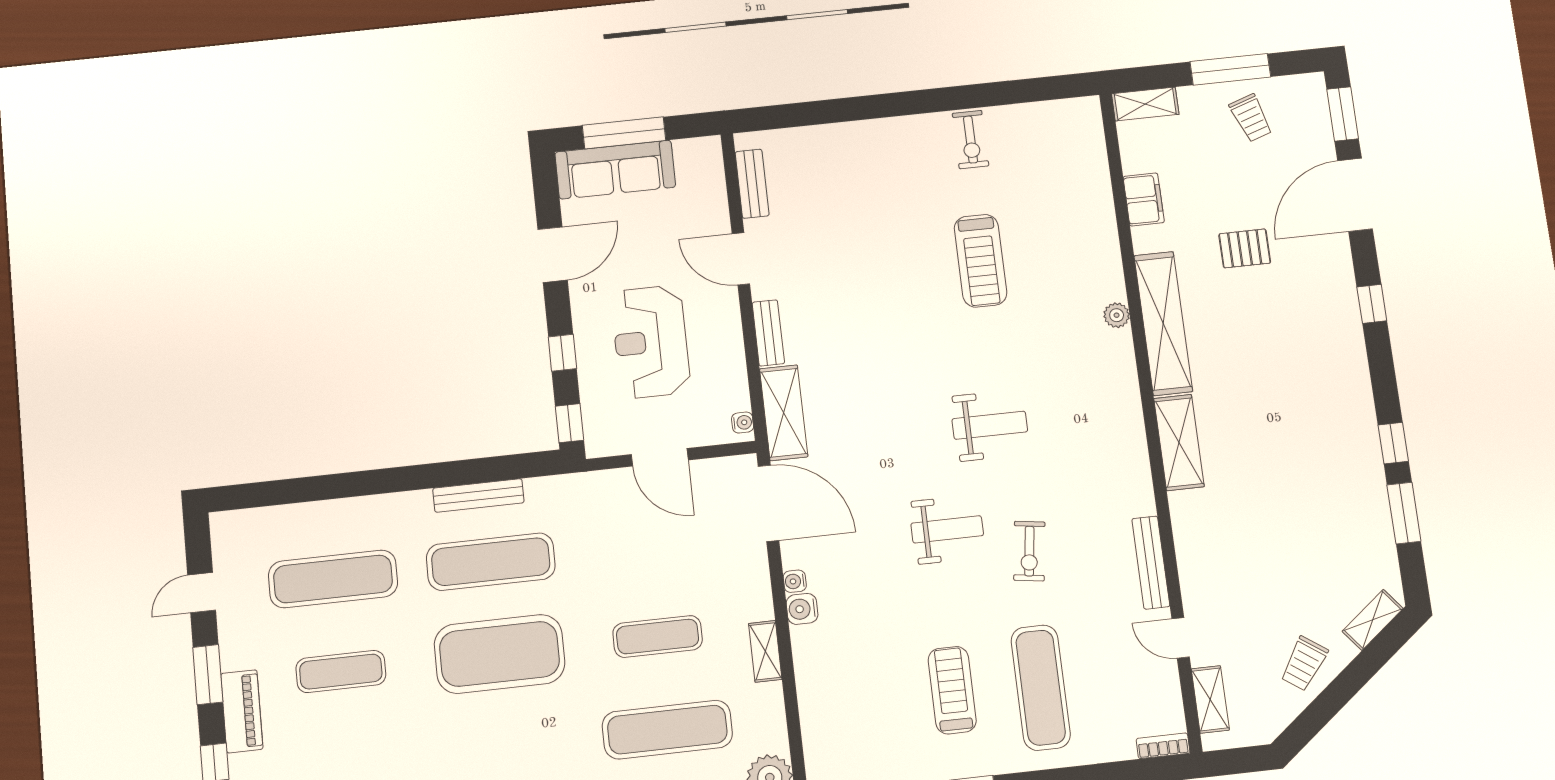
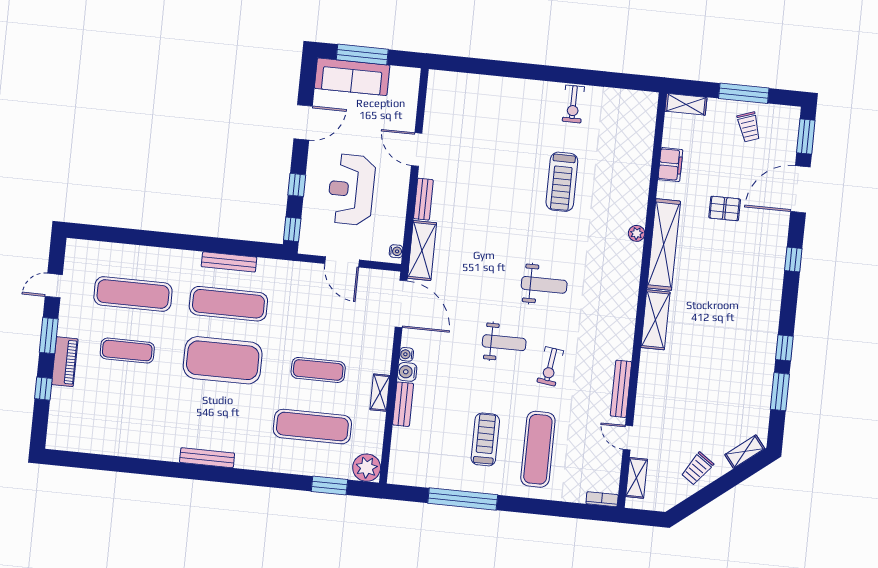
bench: (752, 184) -> (403, 404), moved

